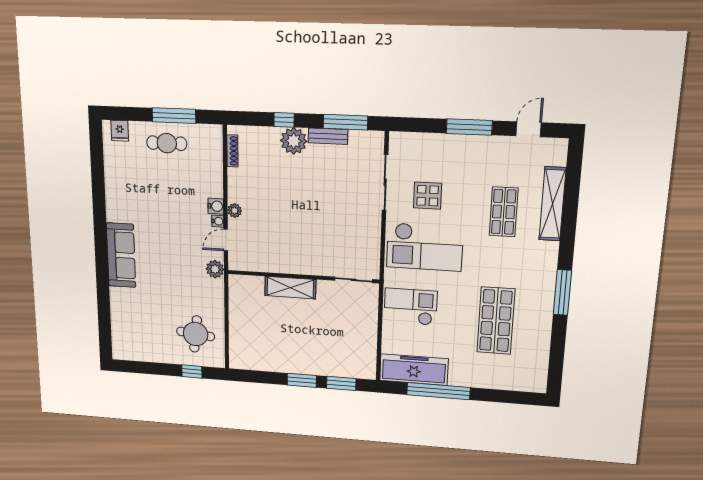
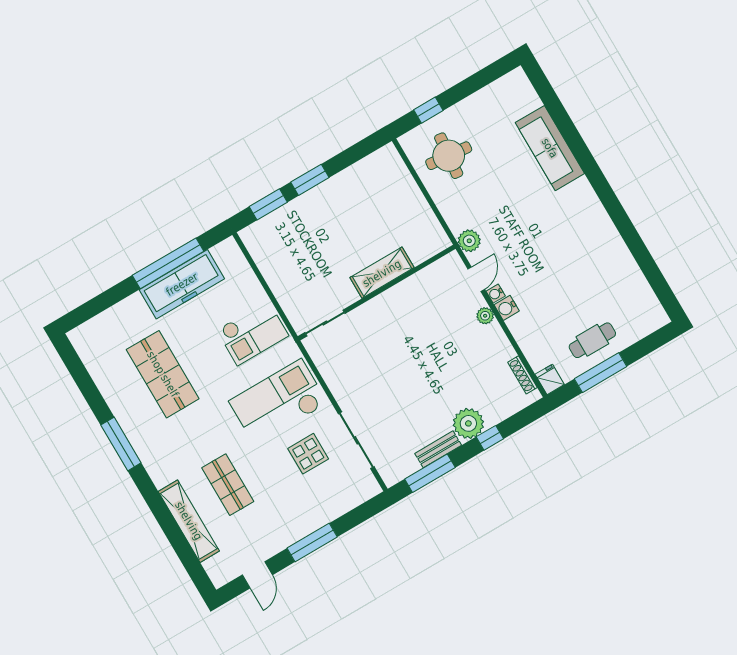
fridge: (120, 131) -> (550, 379), moved
sofa: (121, 255) -> (550, 148), moved
freezer: (414, 370) -> (182, 284), moved

